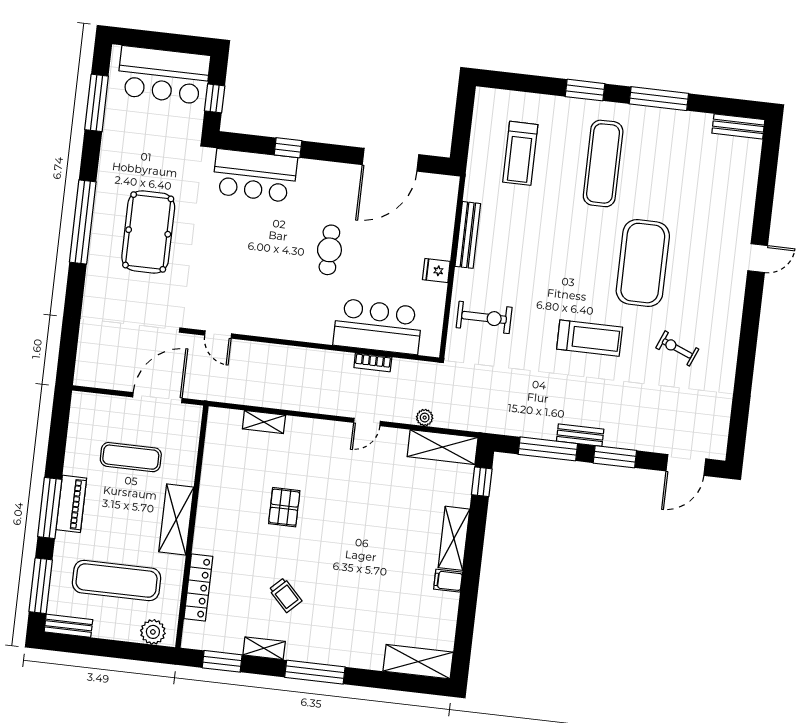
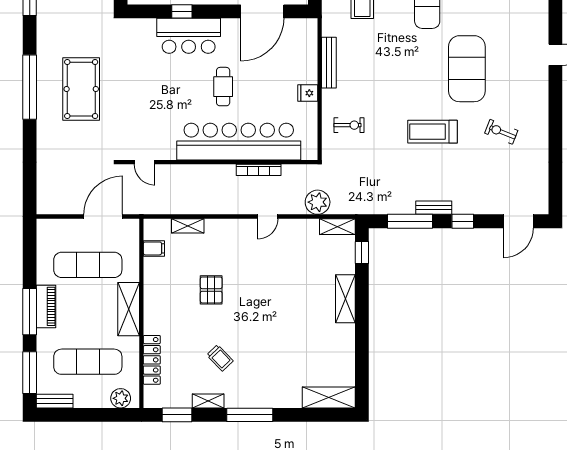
bar counter: (255, 176) -> (189, 36), moved
exercise bike: (484, 317) -> (349, 125), width x0.73, depth x0.72
bar counter: (378, 326) -> (239, 142), width x1.86
treadmill: (590, 338) -> (432, 132), turned 180
bookcase: (373, 362) -> (259, 170), width x1.56
plant: (425, 418) -> (318, 202), width x1.87, depth x1.87
shelving: (443, 447) -> (337, 227), width x0.67, depth x0.75
exercise mat: (131, 457) -> (88, 265), width x1.36, depth x1.45
window: (615, 457) -> (463, 221), width x0.67
filing cabinet: (448, 581) -> (154, 248), moved, turned 180

